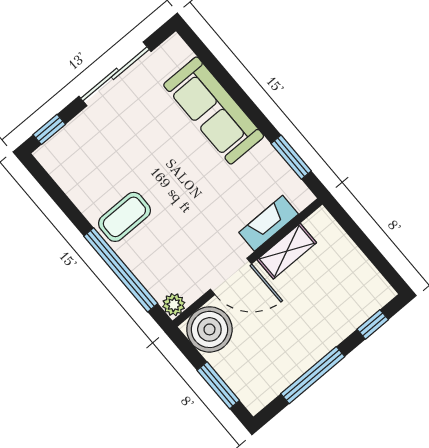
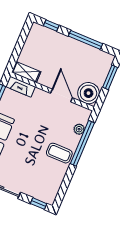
fireplace: (269, 223) -> (20, 87), moved
shelving: (287, 251) -> (26, 72), moved
plant: (174, 305) -> (79, 129), moved

